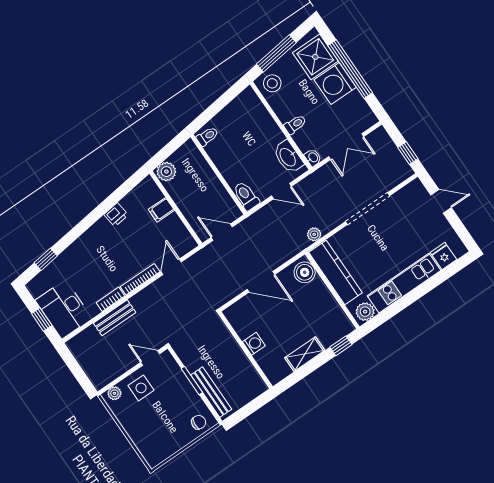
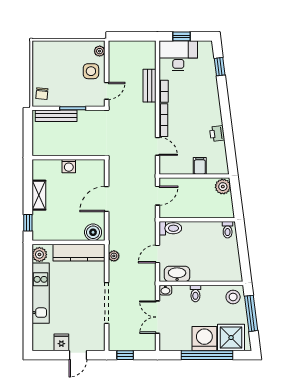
fridge: (443, 256) -> (61, 342), moved, turned -90

